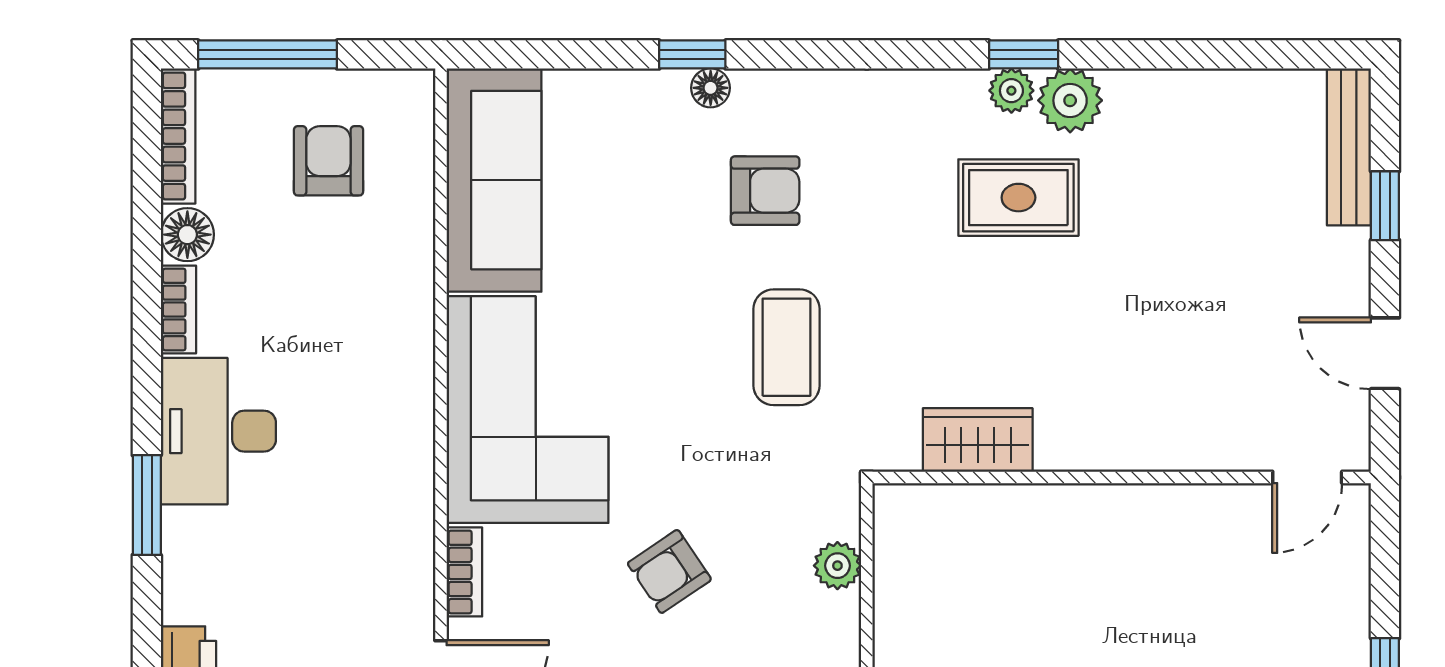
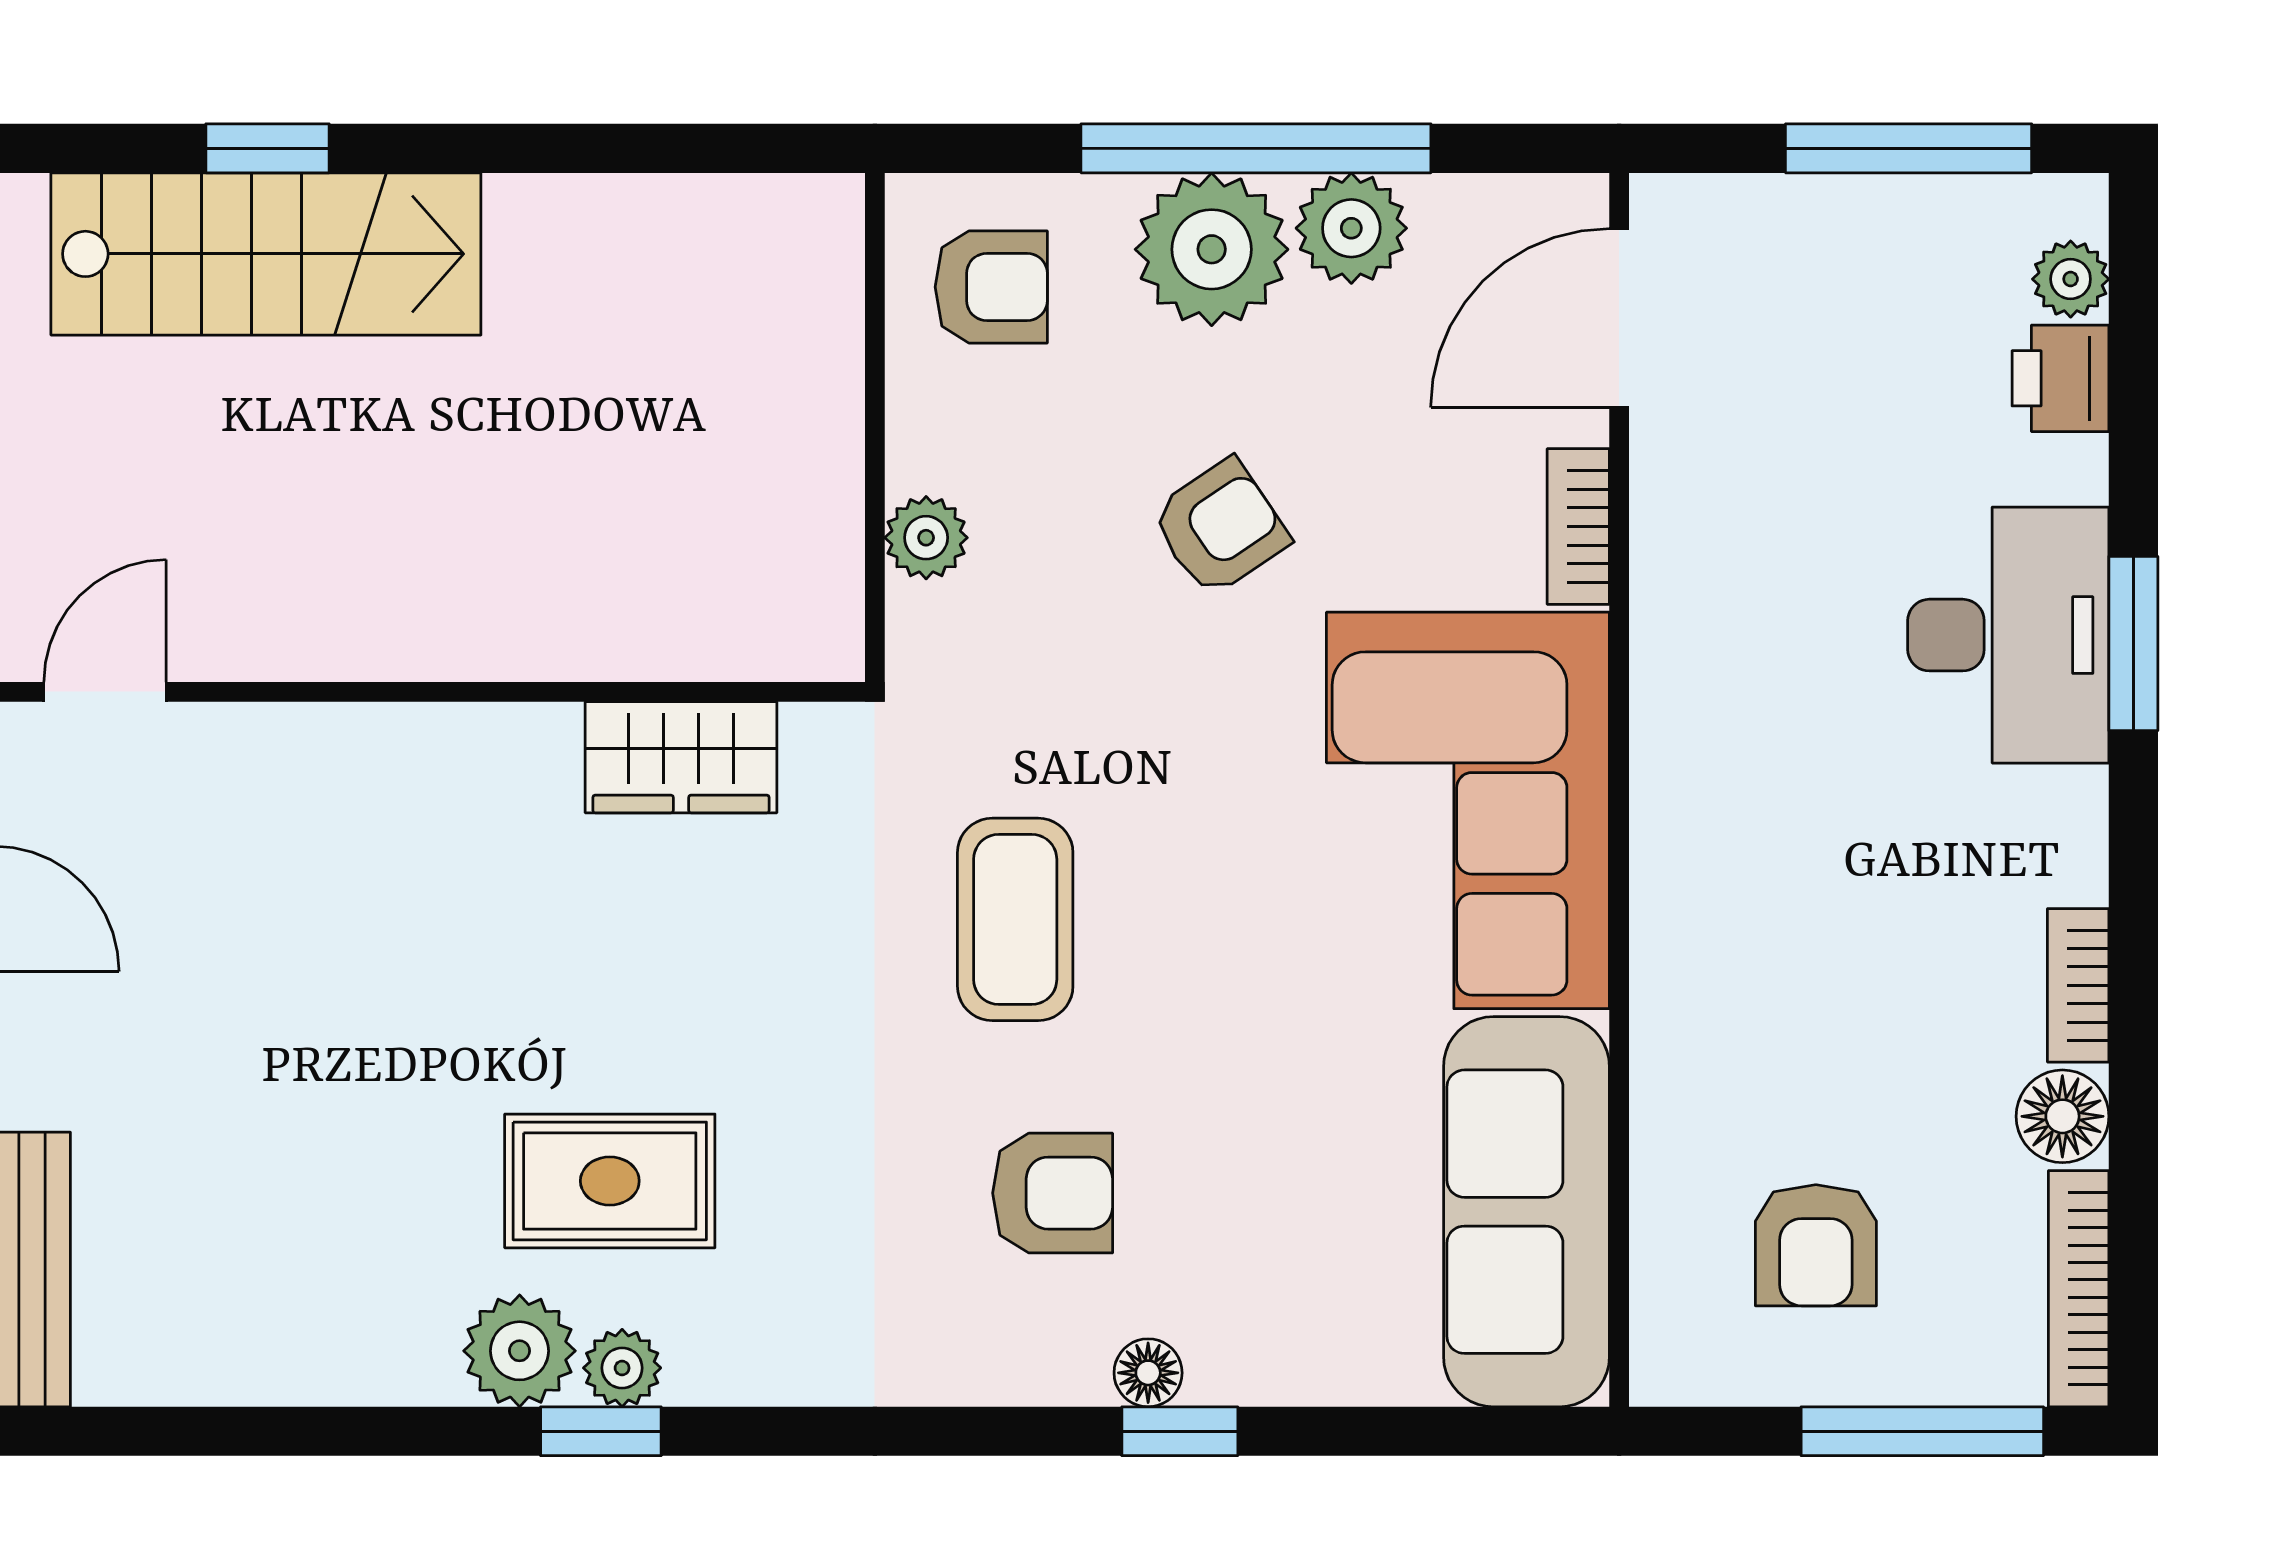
armchair: (765, 191) -> (1053, 1193), turned 180
desk: (218, 431) -> (2008, 635), moved

